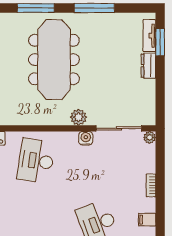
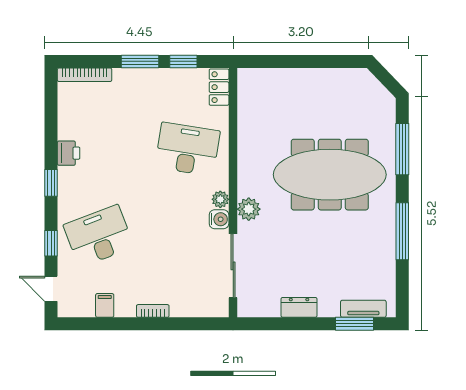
dresser: (148, 66) -> (299, 307), moved
plant: (150, 137) -> (220, 199), moved

